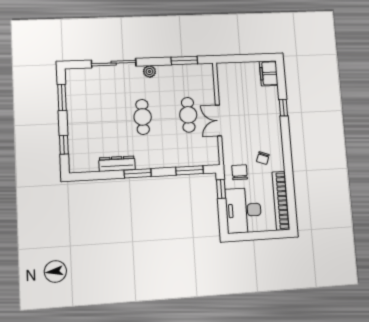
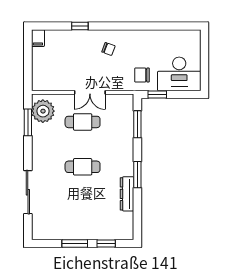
plant: (149, 71) -> (43, 111), moved, width x1.87, depth x1.87
filing cabinet: (269, 73) -> (38, 38), width x0.50
window: (62, 97) -> (75, 243), moved
chair: (263, 158) -> (108, 49), moved
bookcase: (281, 201) -> (172, 36), removed

